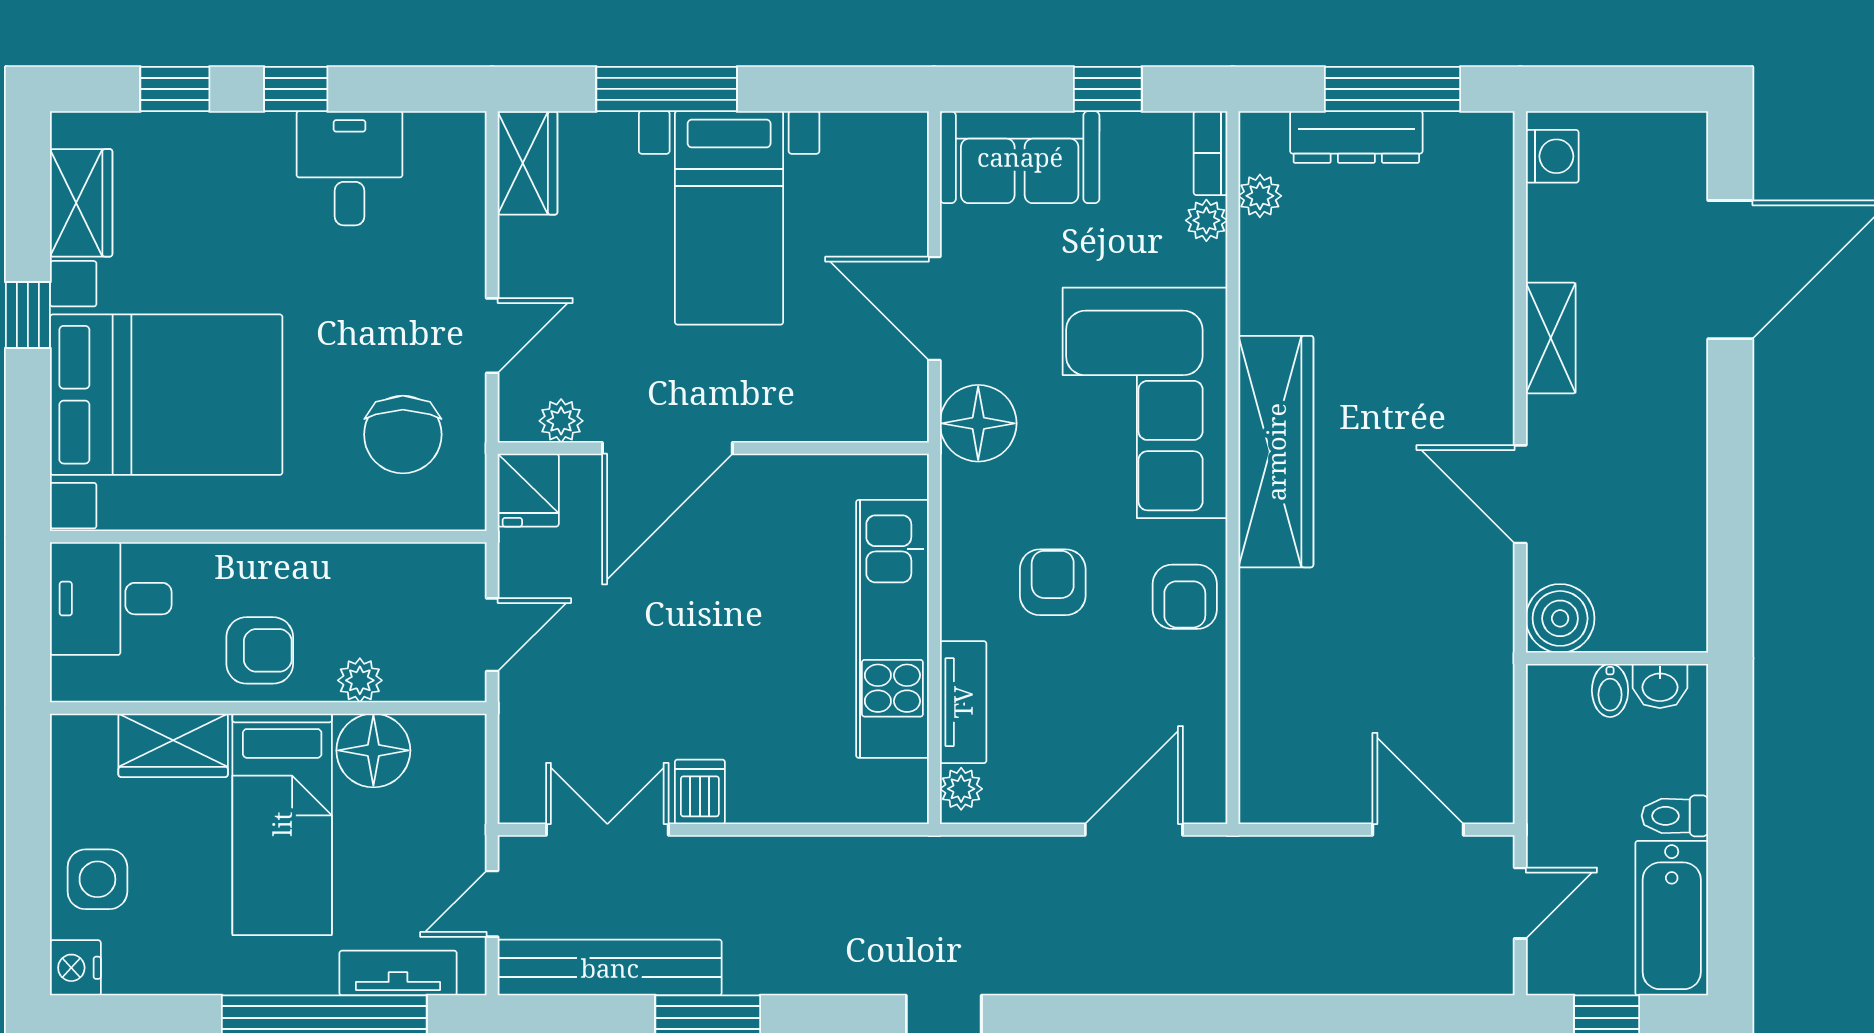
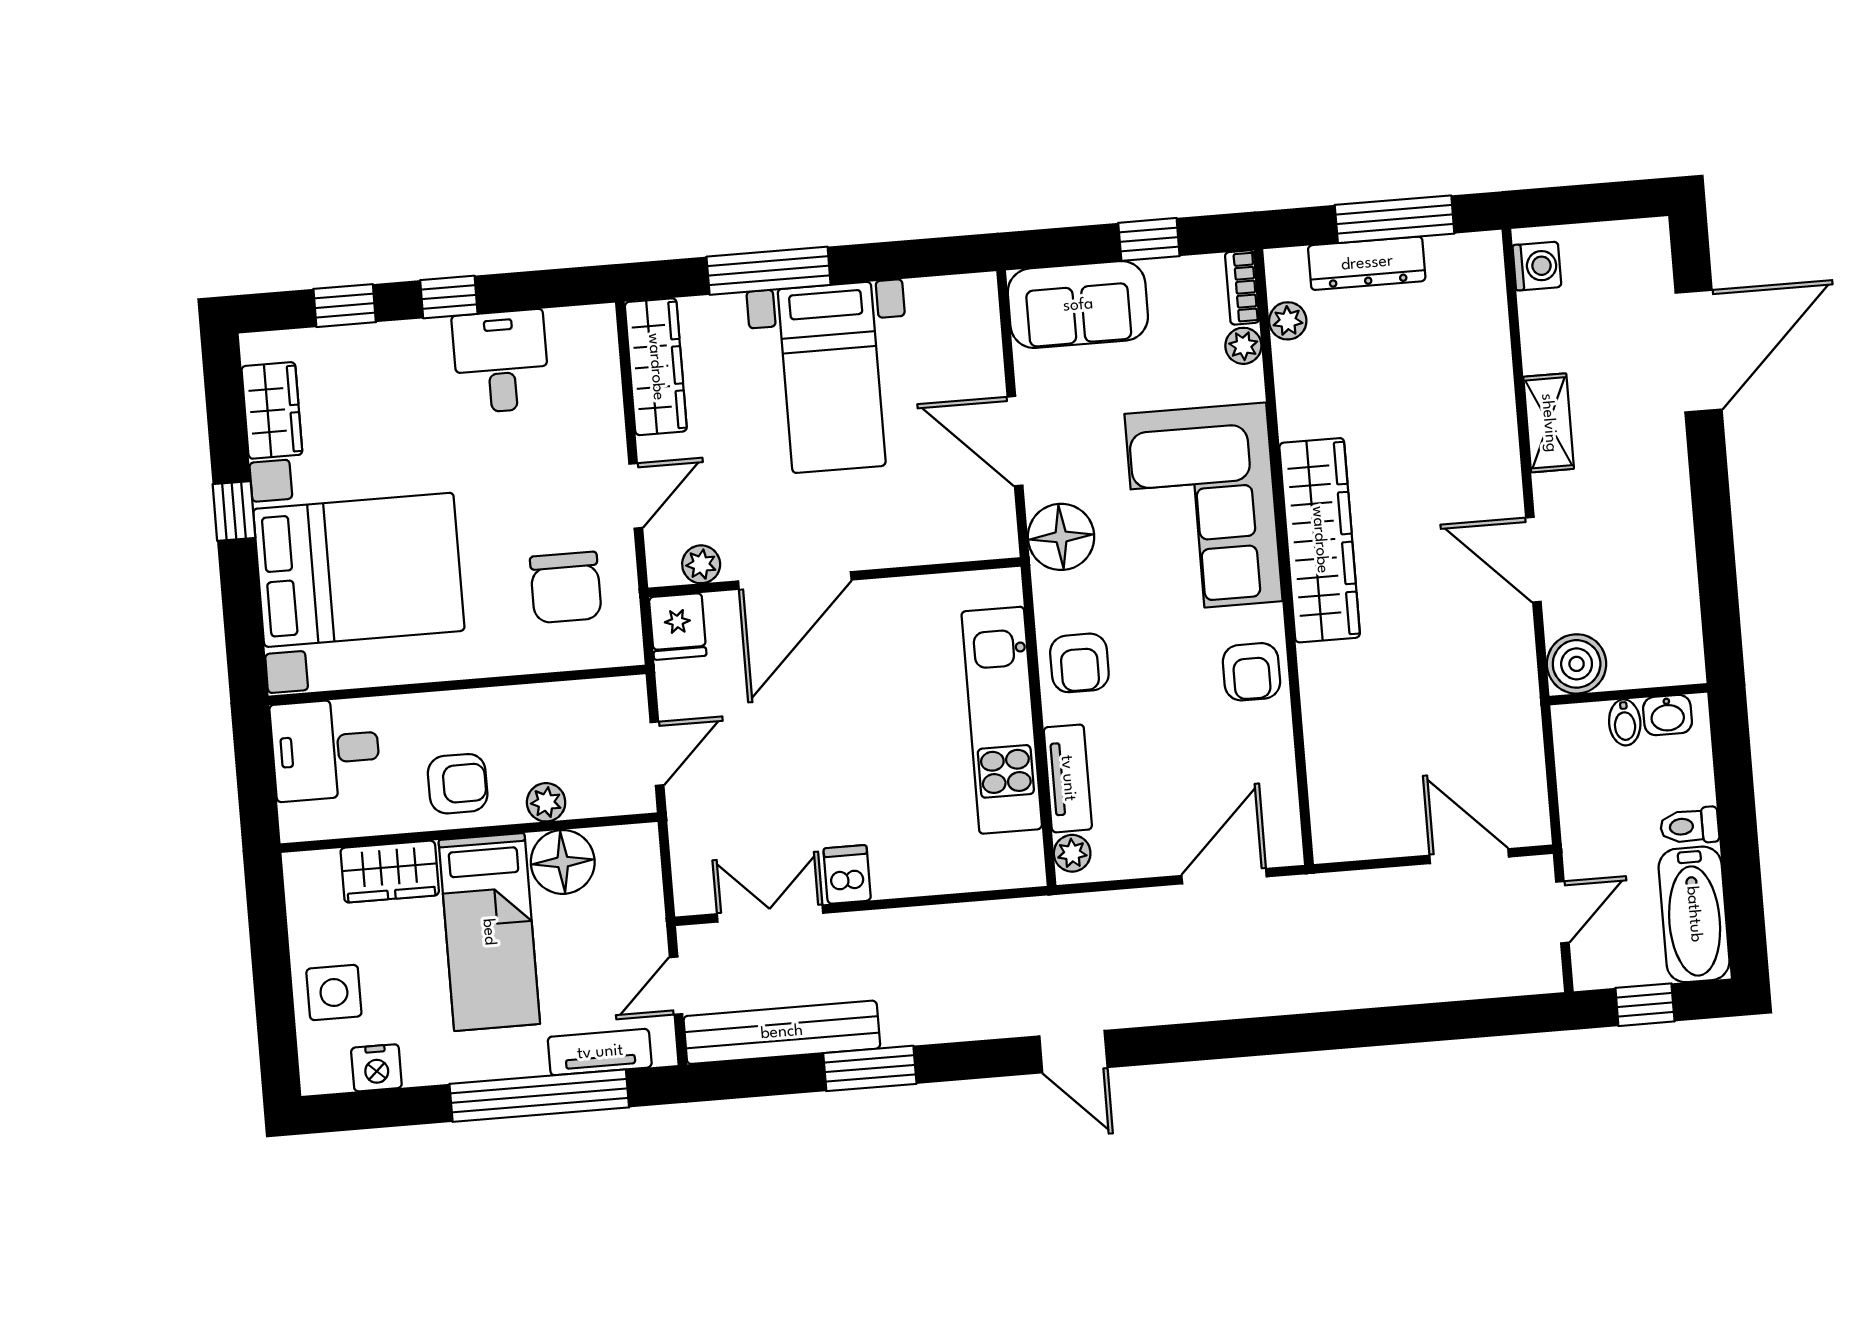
wardrobe: (528, 163) -> (656, 367), width x1.50
armchair: (1053, 582) -> (1079, 663), moved, turned 180
nightstand: (75, 968) -> (376, 1068), moved, turned -90

